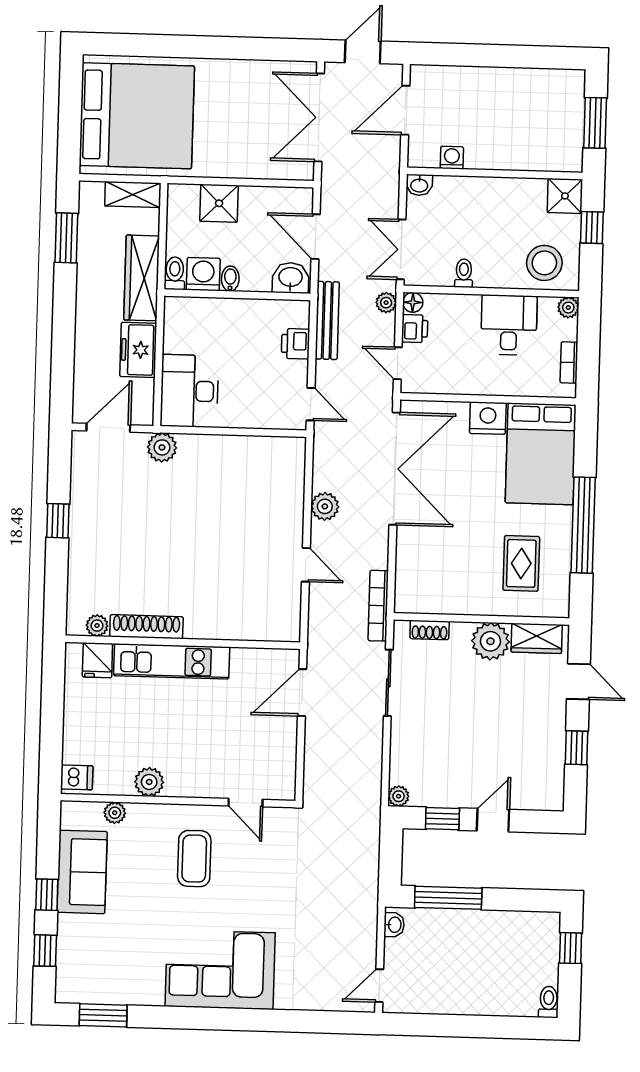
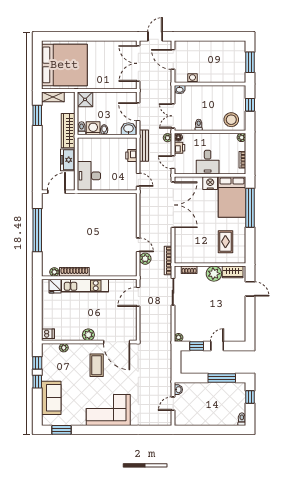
door: (405, 110) -> (173, 59), hinge flipped
shelving: (133, 195) -> (53, 97), moved
shower: (565, 196) -> (239, 92), removed
shower: (219, 203) -> (85, 99), moved
desk: (509, 325) -> (208, 162), moved, turned 180
plant: (162, 447) -> (78, 199), removed
plant: (325, 506) -> (145, 259), moved
window: (58, 521) -> (37, 230), width x3.17
window: (583, 525) -> (250, 208), moved
window: (576, 748) -> (250, 316), removed
plant: (149, 782) -> (88, 335), moved
door: (245, 803) -> (117, 342), width x1.87
sofa: (82, 872) -> (51, 398), moved
window: (448, 898) -> (222, 378), moved
window: (45, 951) -> (37, 363), moved
door: (379, 986) -> (173, 404), moved

